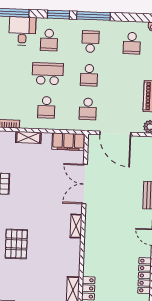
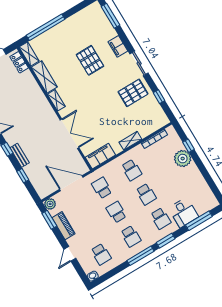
school desk: (49, 40) -> (161, 218), turned 180
school desk: (132, 43) -> (101, 254), turned 180
school desk: (48, 74) -> (146, 194), width x0.54
school desk: (46, 107) -> (132, 170), turned 180
shelving: (73, 257) -> (44, 77), added

